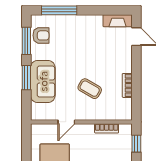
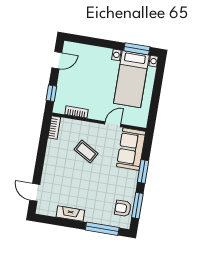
fireplace: (118, 21) -> (70, 214), moved
sofa: (43, 81) -> (131, 149), moved
bookcase: (127, 85) -> (54, 128), moved

